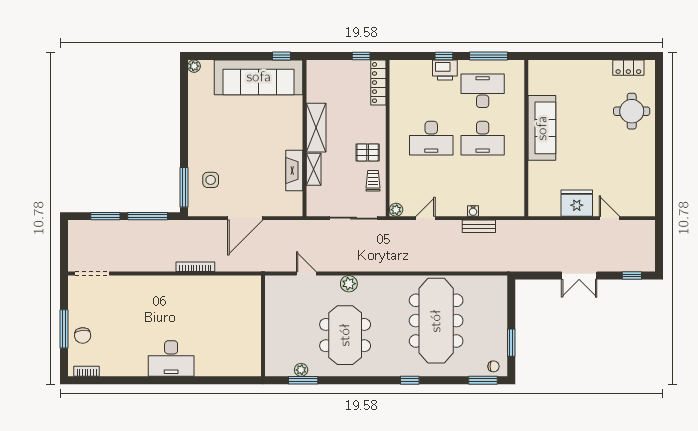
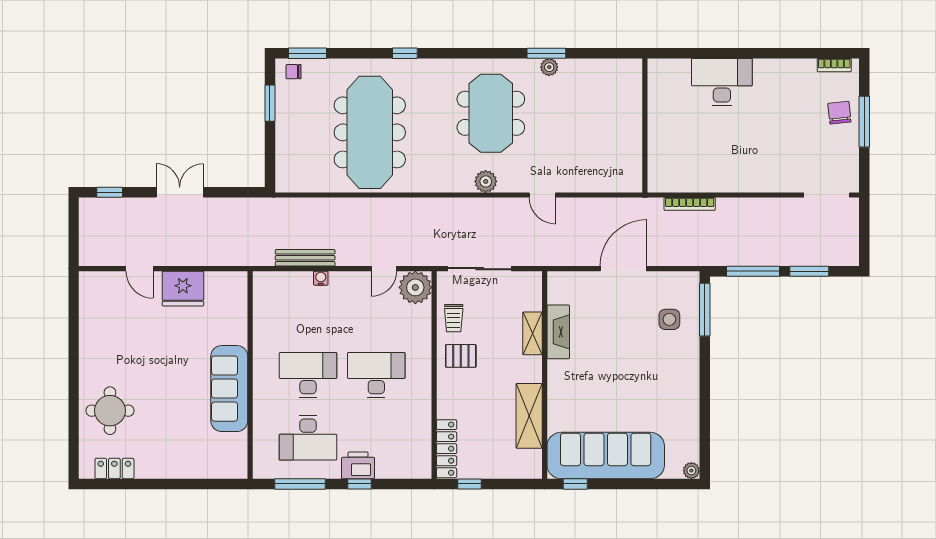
shelving: (316, 128) -> (529, 416), moved
plant: (396, 210) -> (415, 287), width x1.88, depth x1.88
bench: (479, 226) -> (305, 258), width x1.36
wall: (263, 326) -> (645, 125), moved

